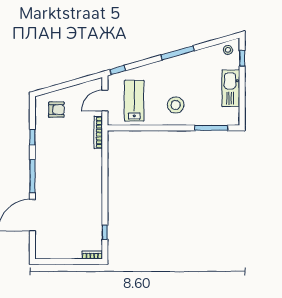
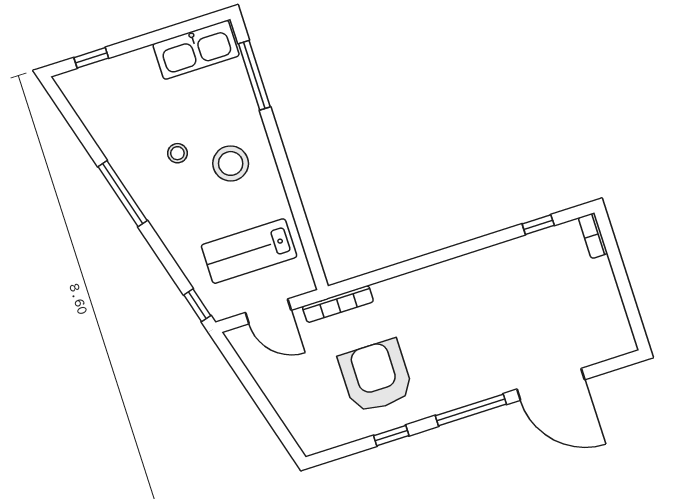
stool: (228, 50) -> (177, 153), moved
kitchen sink: (231, 88) -> (196, 50), moved
armchair: (56, 110) -> (376, 376), moved, width x1.88, depth x1.88

